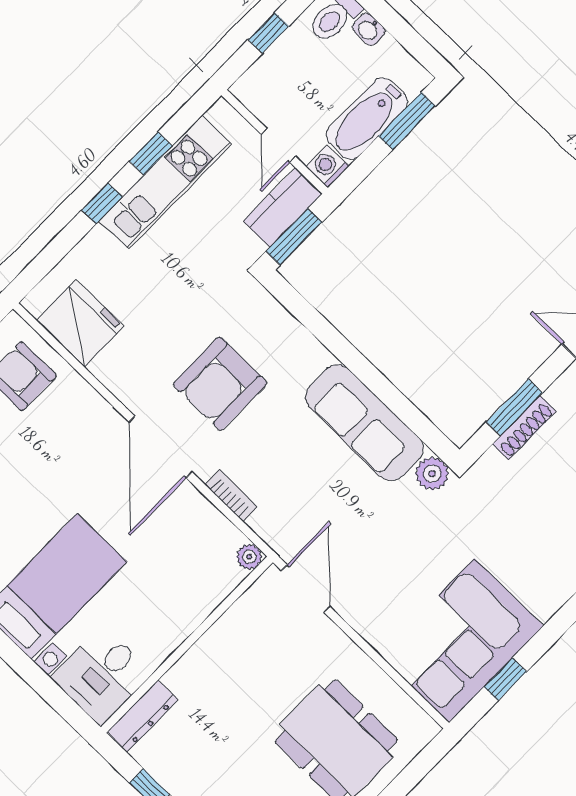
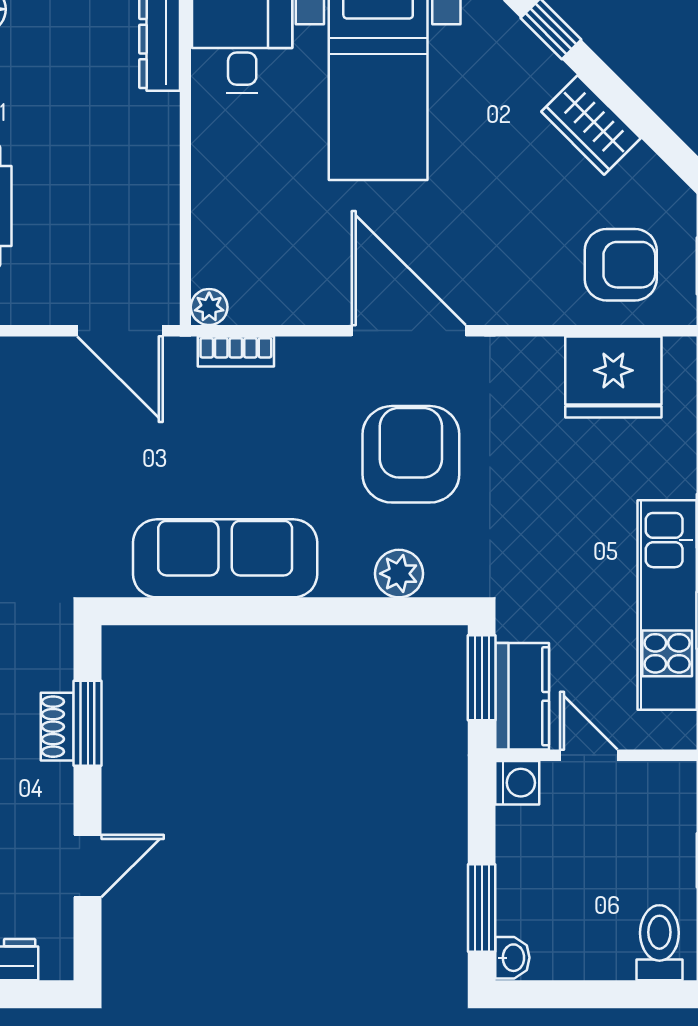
washbasin: (369, 29) -> (512, 958), moved, turned 90
bathtub: (367, 119) -> (525, 871), removed
shoe rack: (524, 428) -> (57, 727), width x0.70
plant: (432, 474) -> (399, 574), moved
bookcase: (231, 496) -> (236, 351), moved

